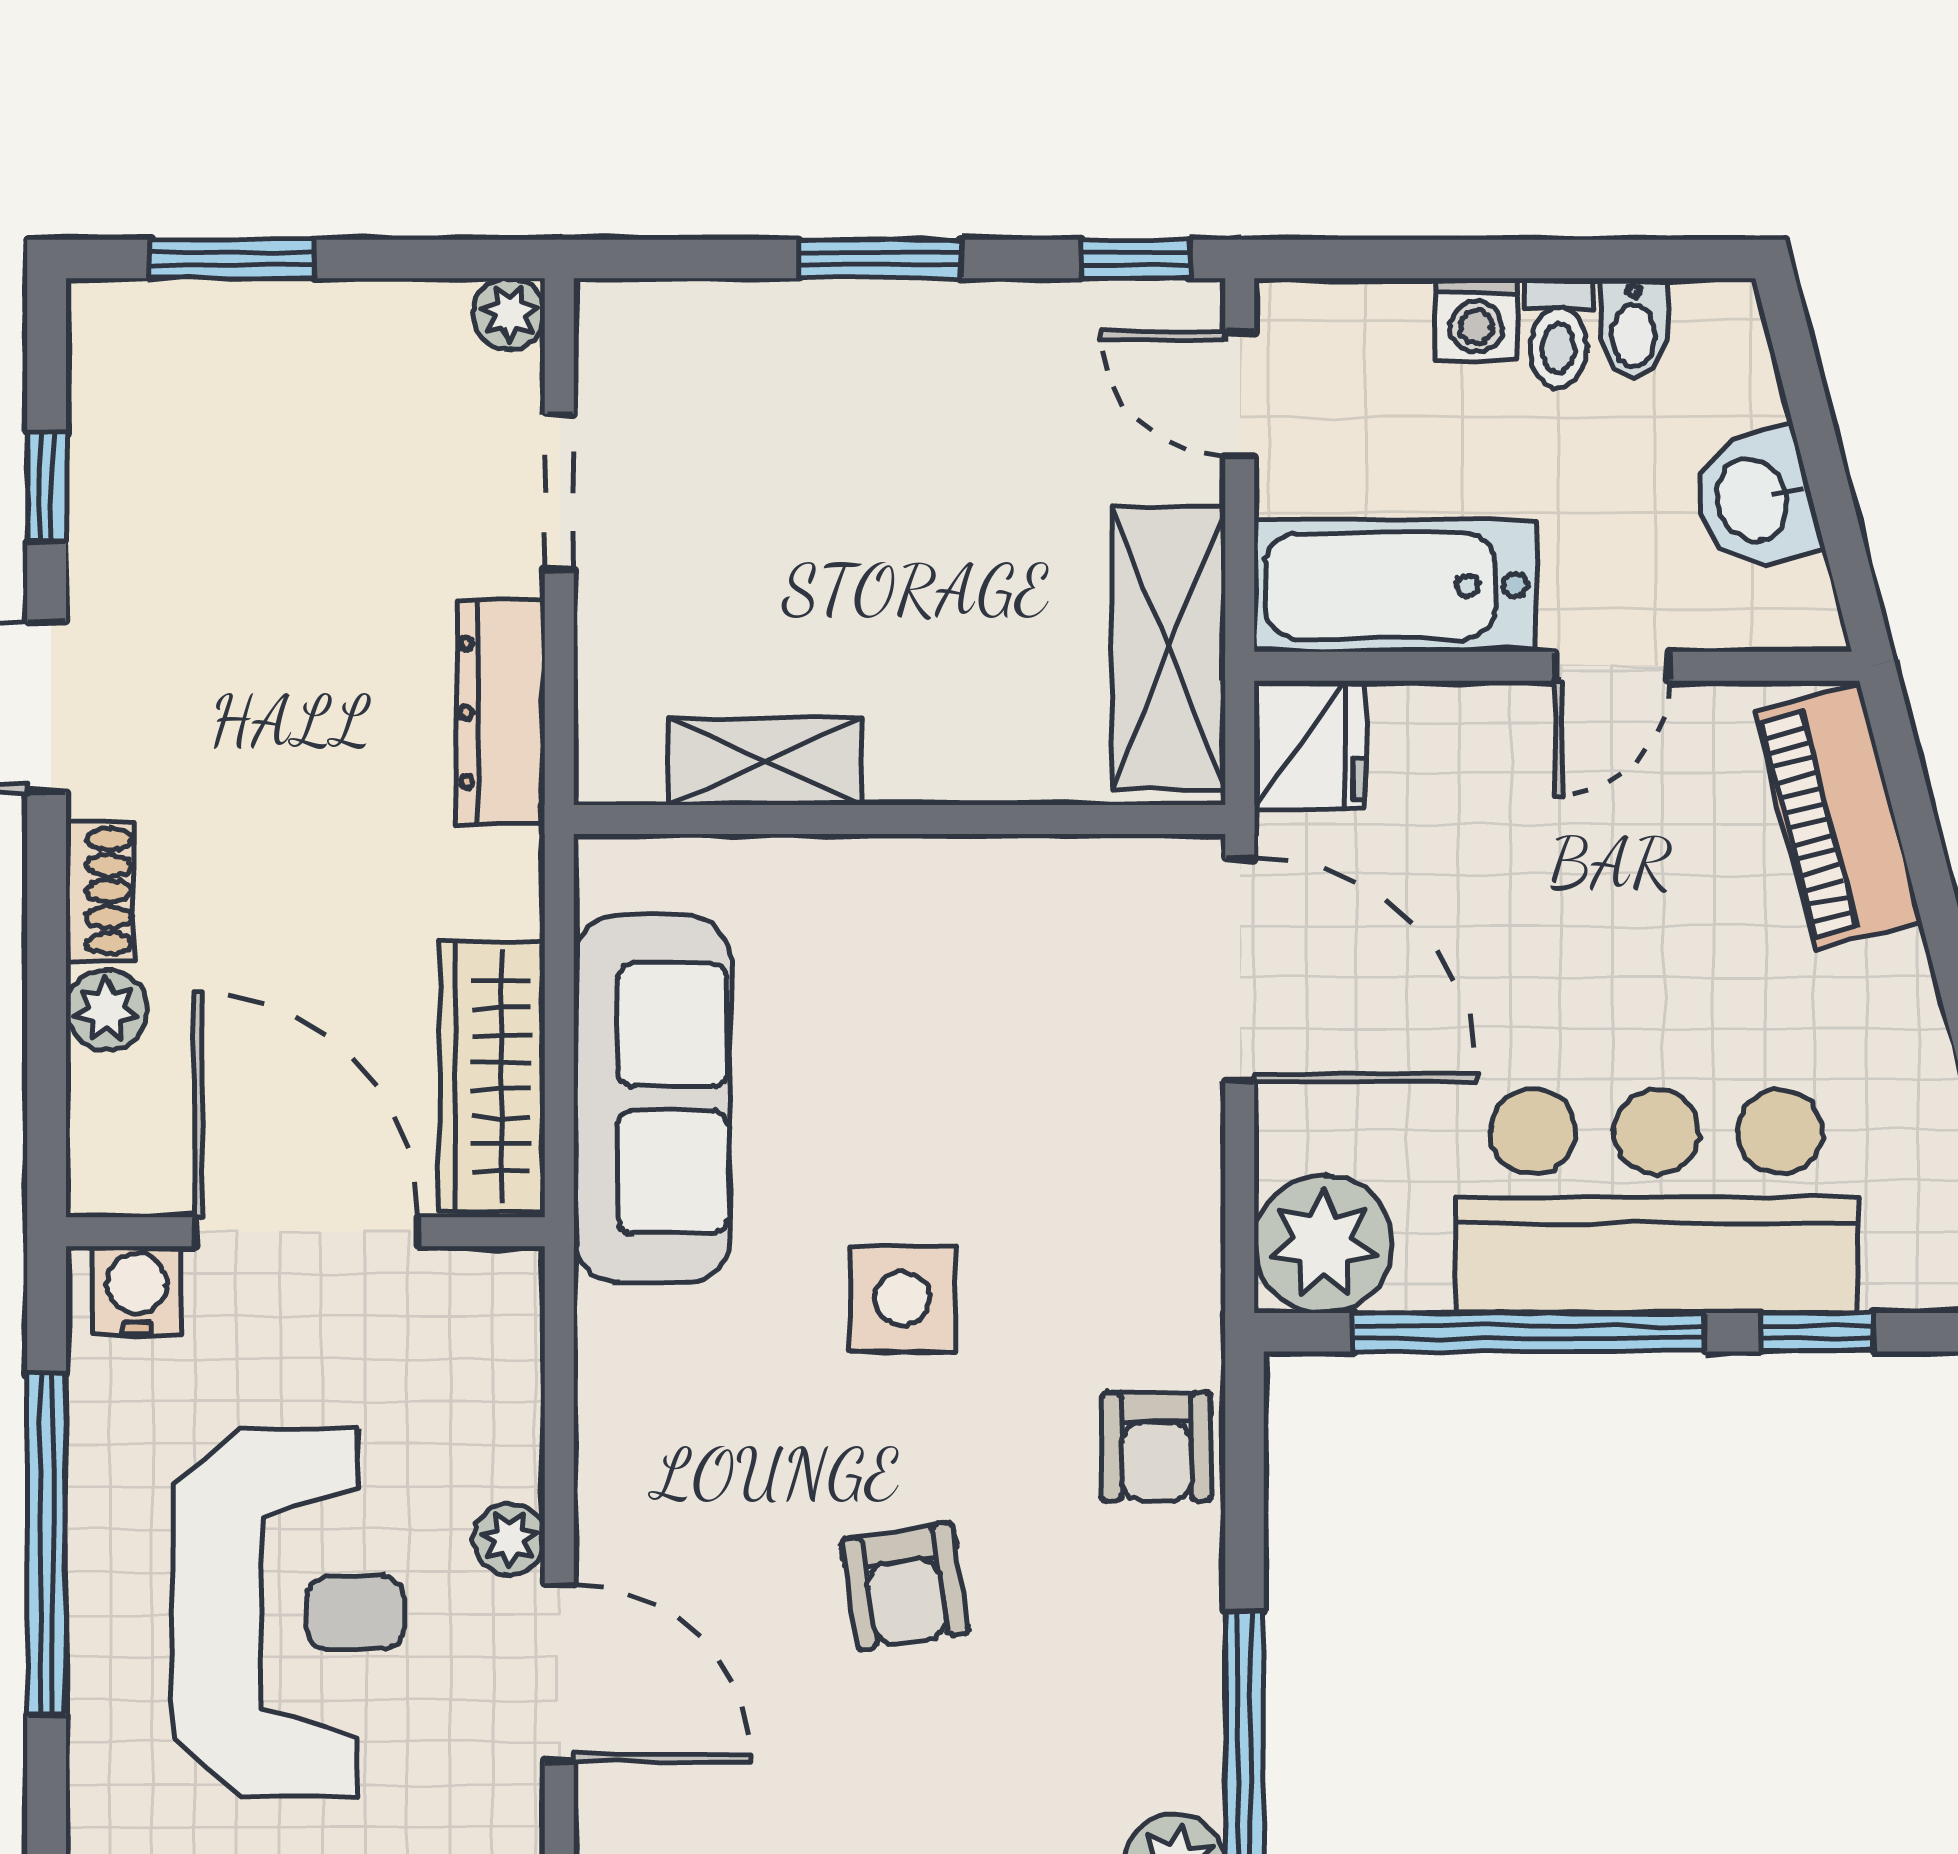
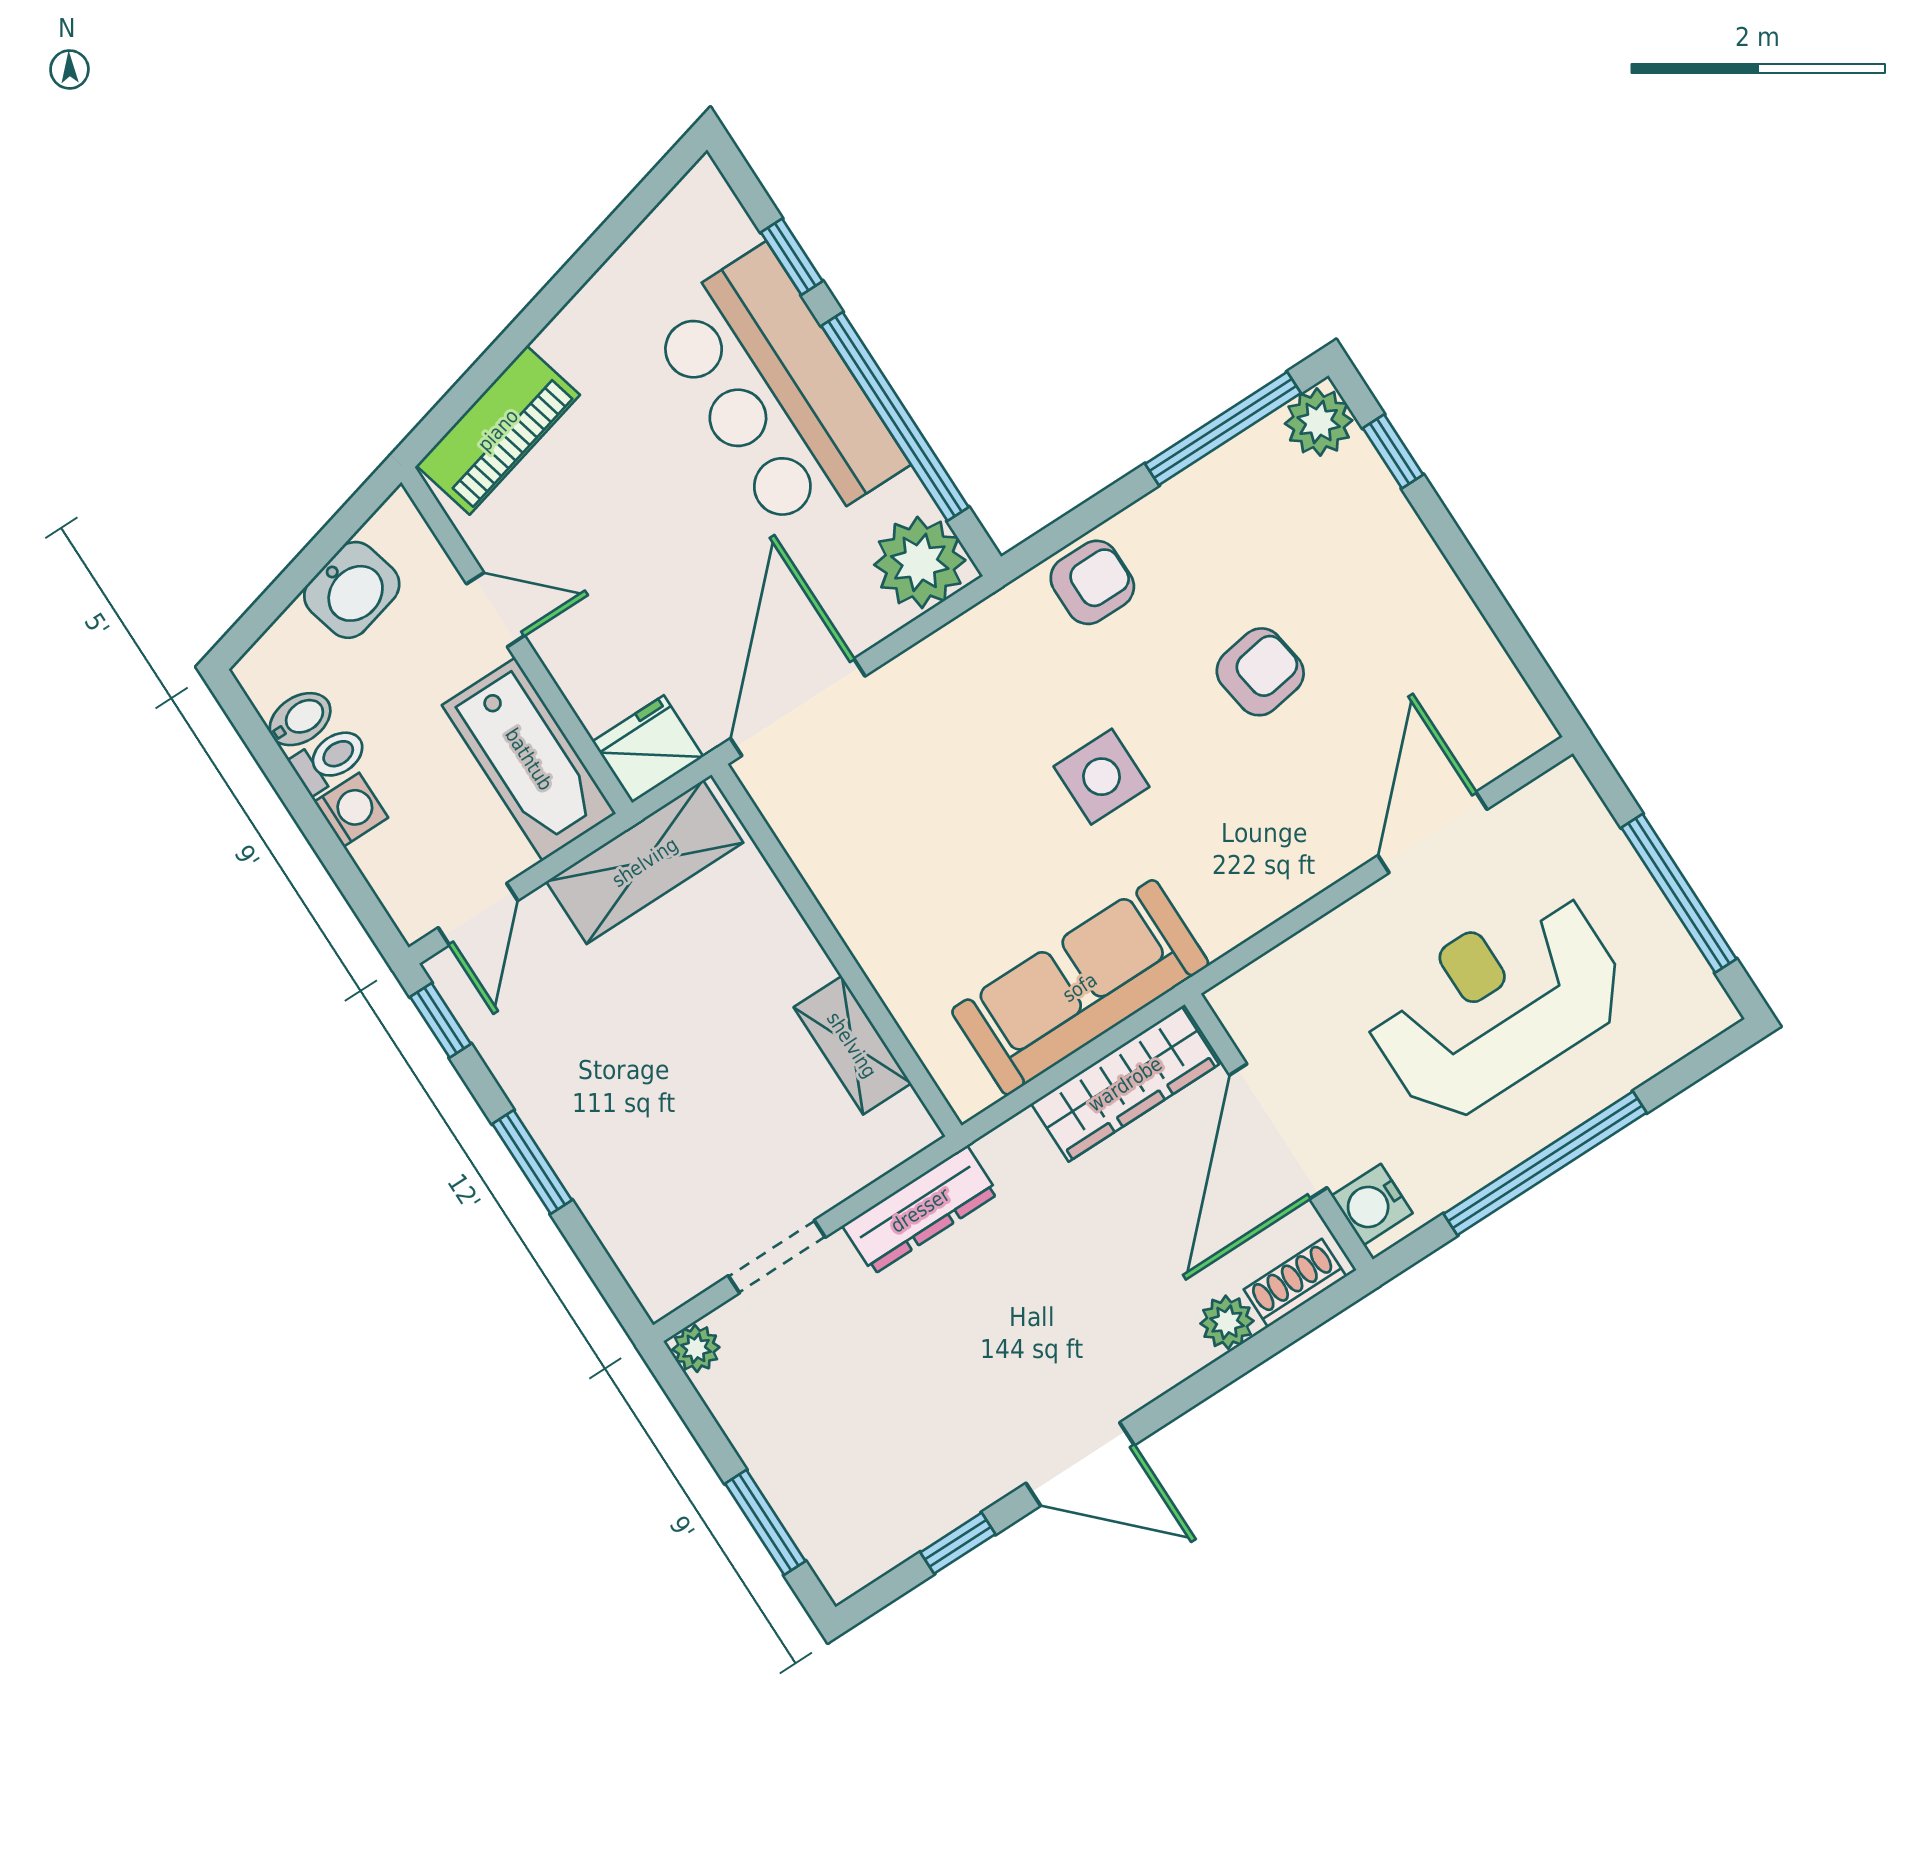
shoe rack: (100, 891) -> (1295, 1283), moved
plant: (509, 1539) -> (1376, 908), removed

